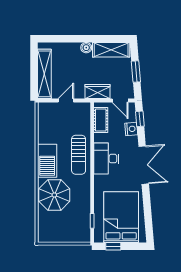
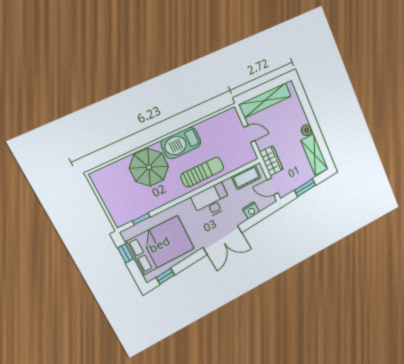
door: (120, 101) -> (273, 186), hinge flipped
window: (140, 119) -> (165, 276), moved
sun lounger: (79, 155) -> (202, 172), turned 180

